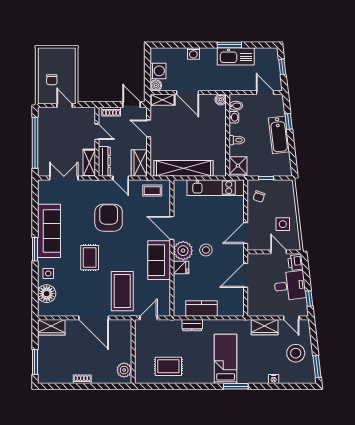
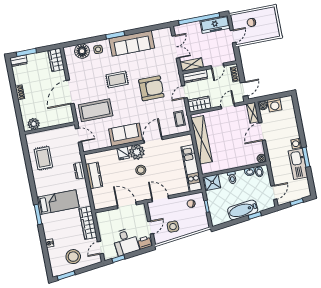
washing machine: (193, 53) -> (296, 144), moved
freezer: (46, 125) -> (215, 25), added
wardrobe: (265, 327) -> (88, 223), width x1.50
dresser: (43, 373) -> (19, 61), added

